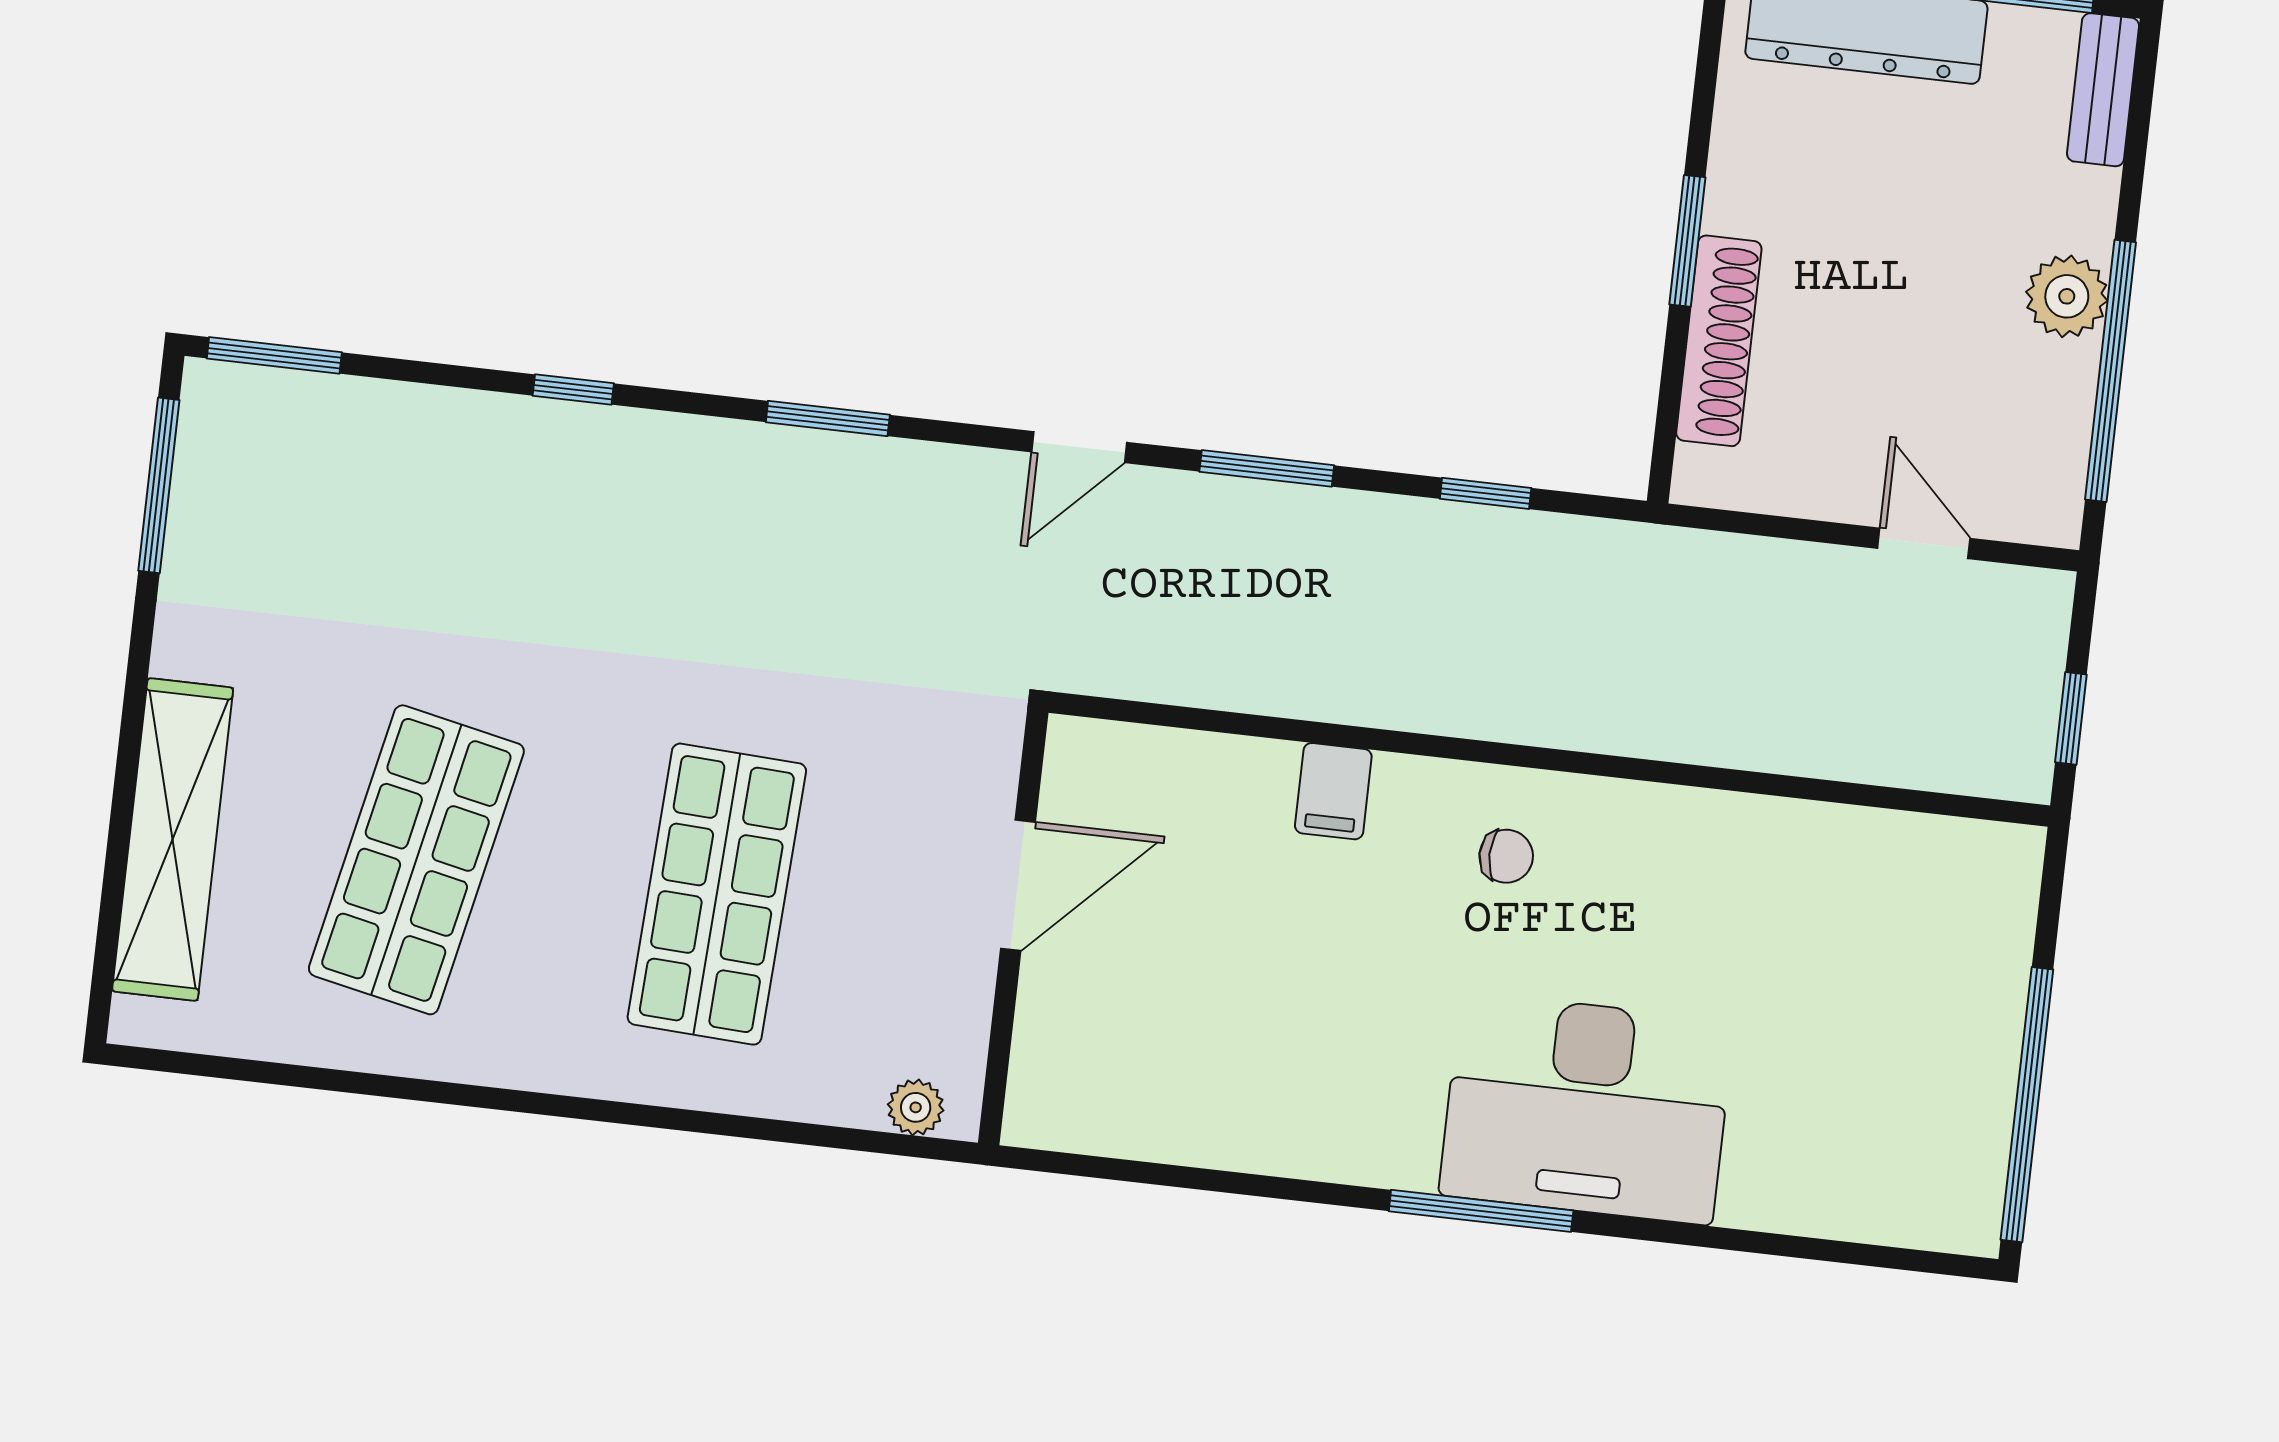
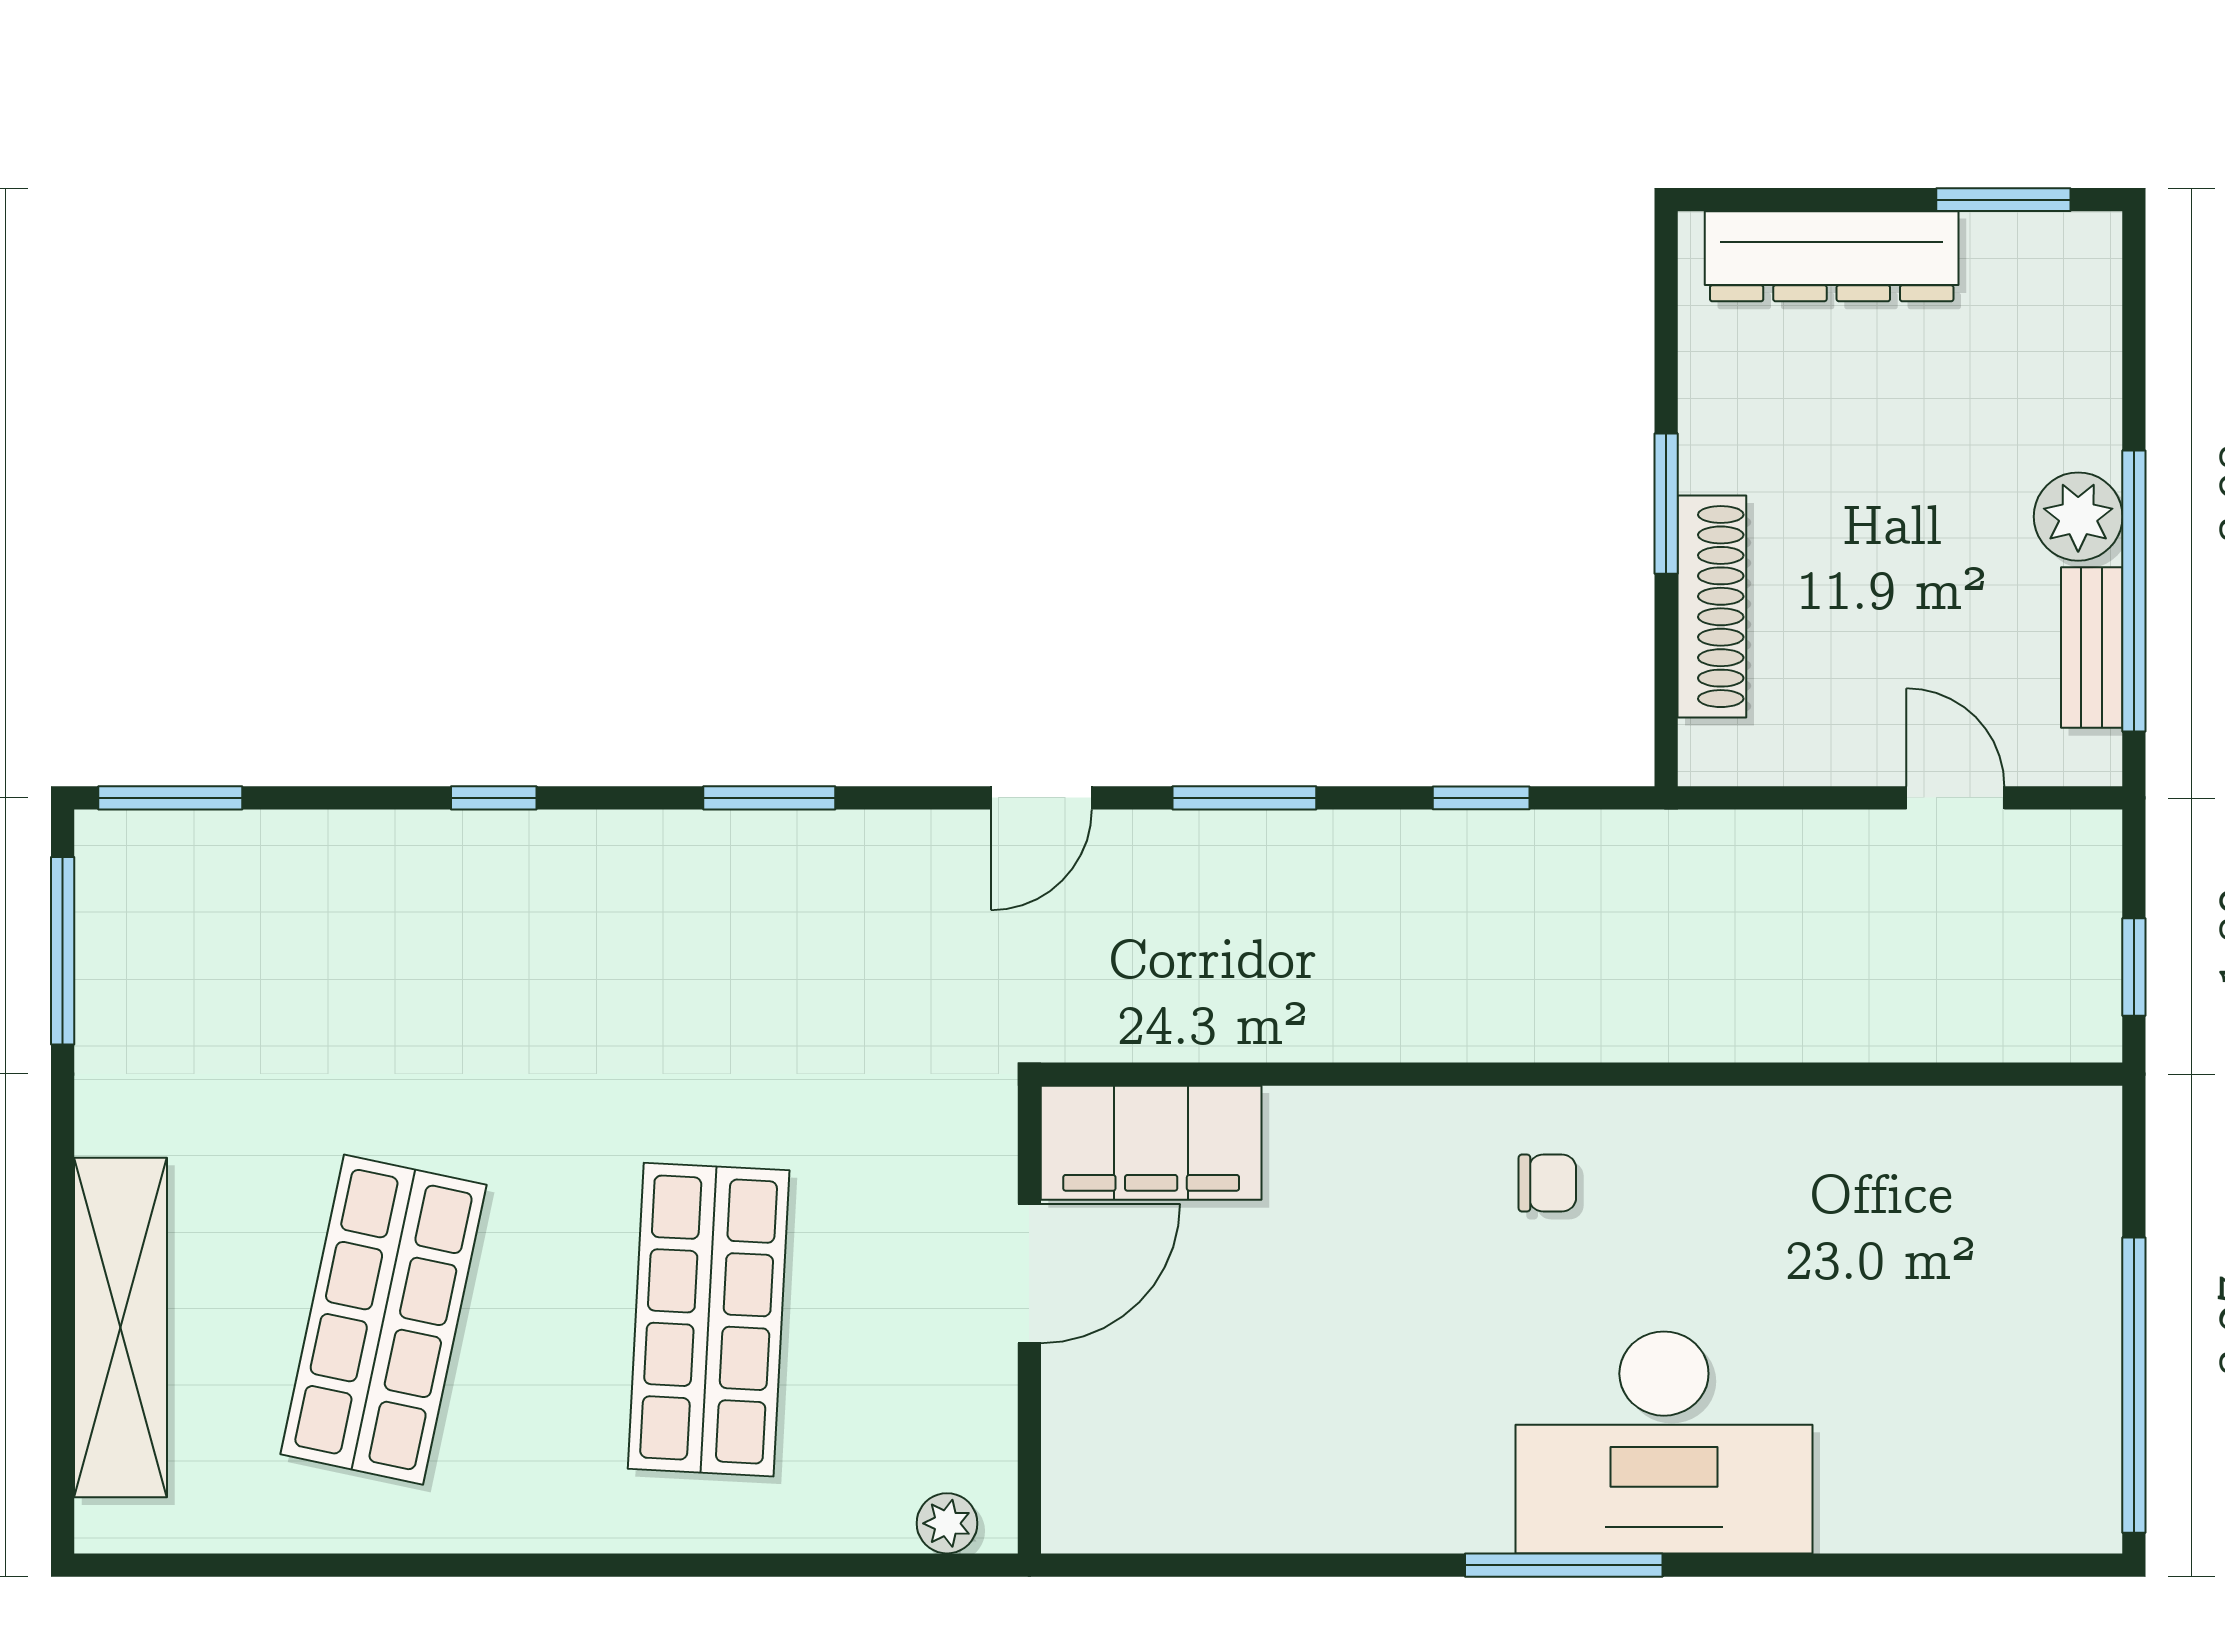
bench: (2103, 90) -> (2092, 647), moved
filing cabinet: (1333, 791) -> (1151, 1143), moved, width x3.00, depth x1.17

